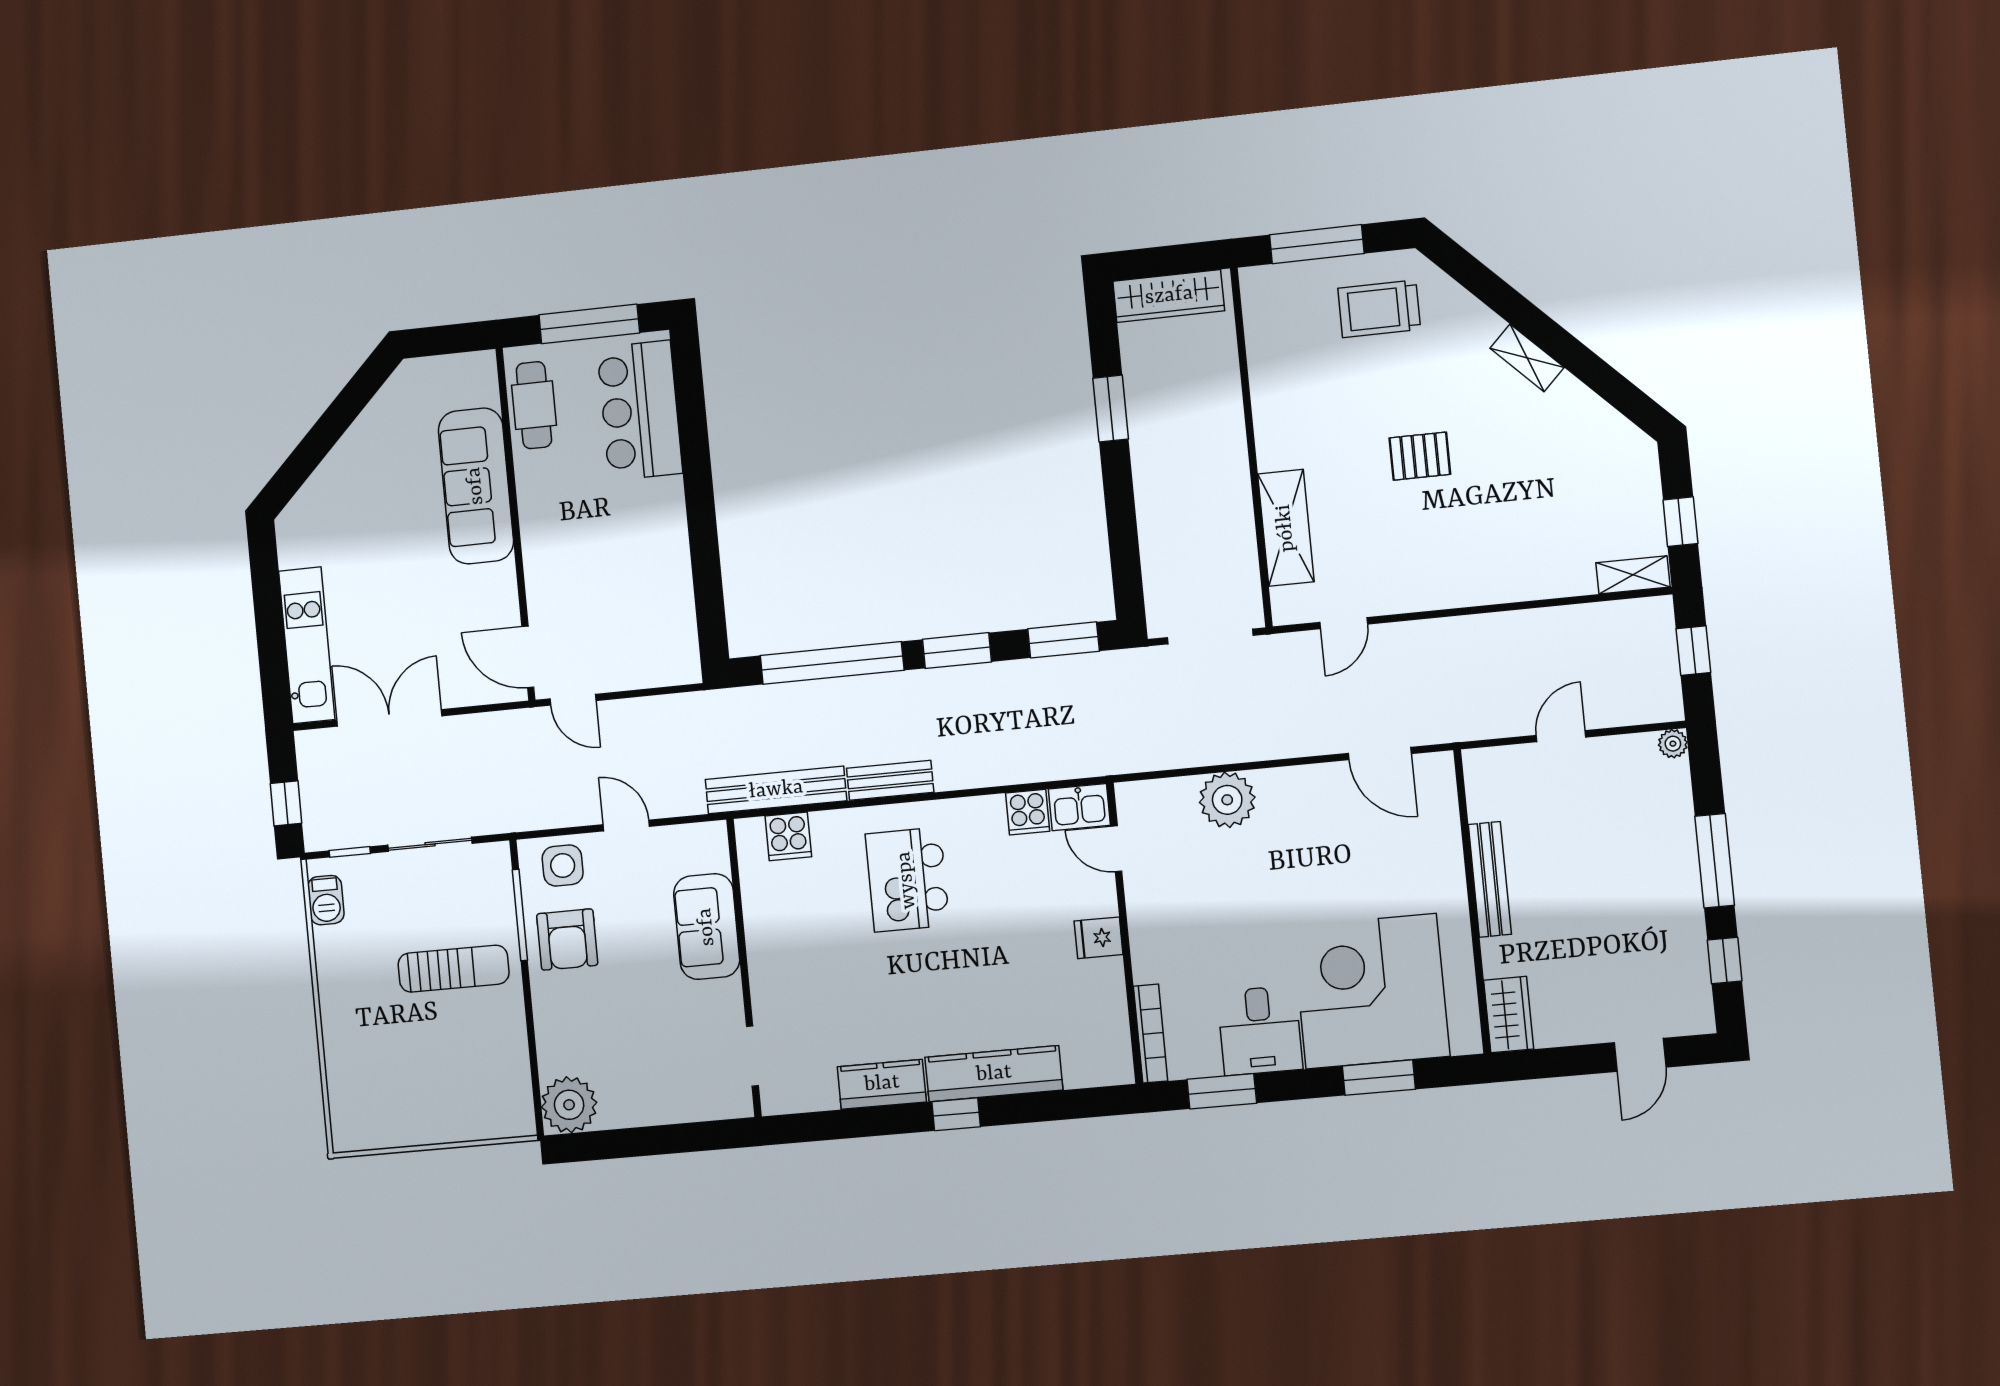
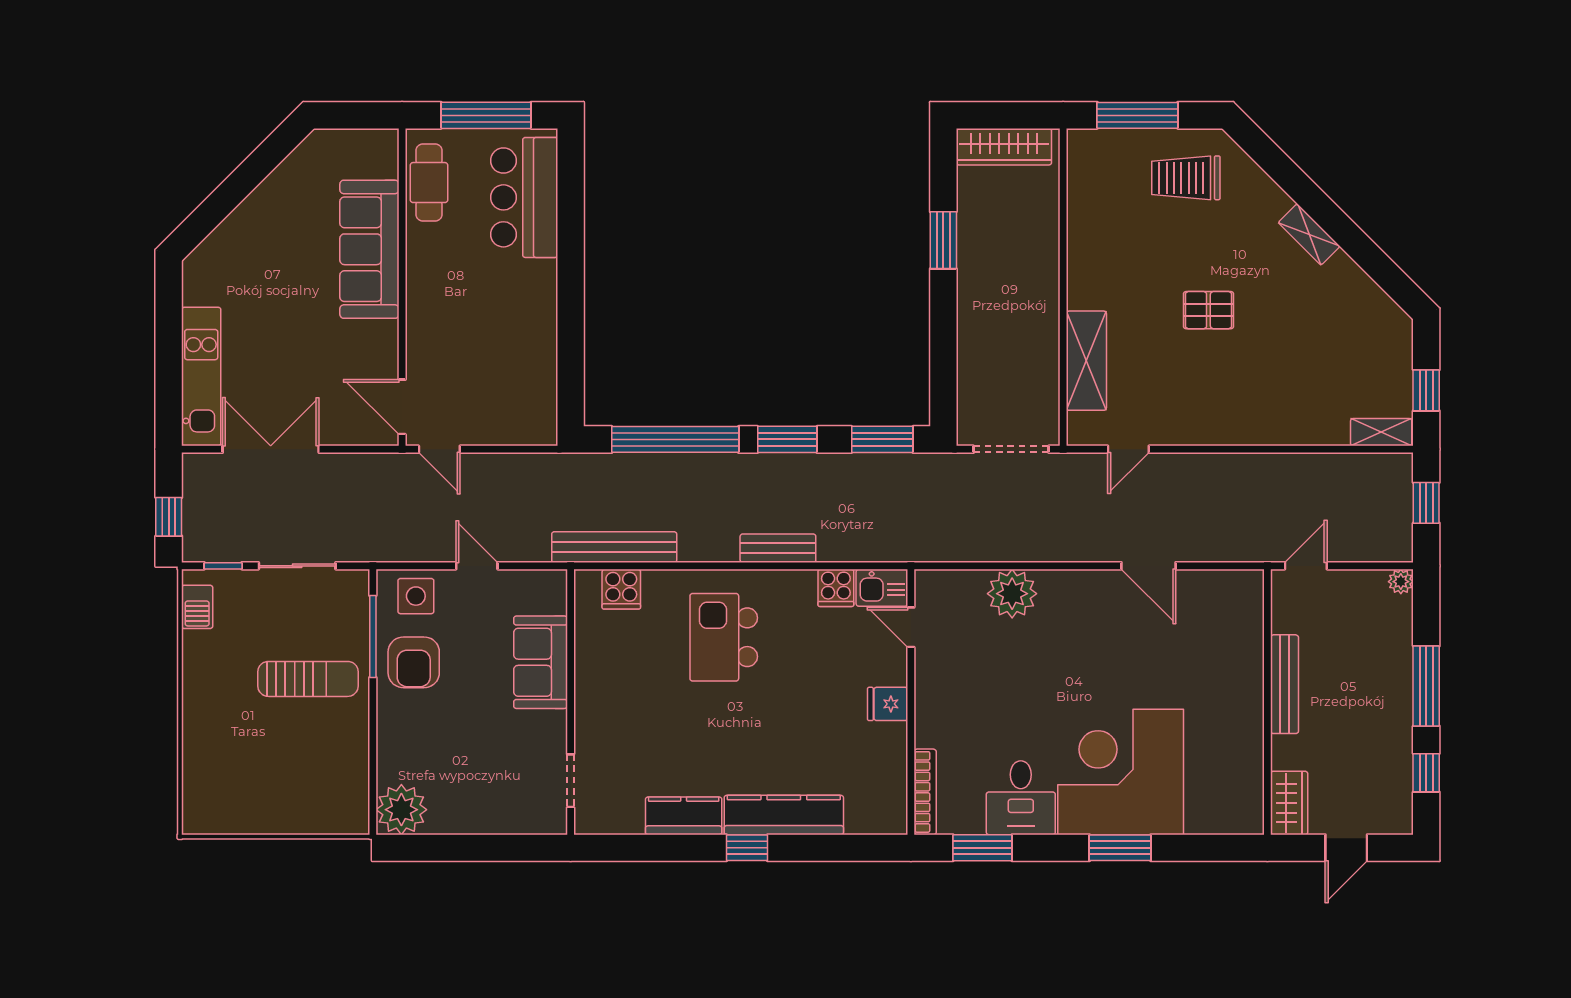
bench: (890, 780) -> (778, 548), moved
bench: (1490, 879) -> (1284, 684), moved
wall: (1472, 901) -> (1267, 702), moved
wardrobe: (1509, 1015) -> (1289, 803), moved

